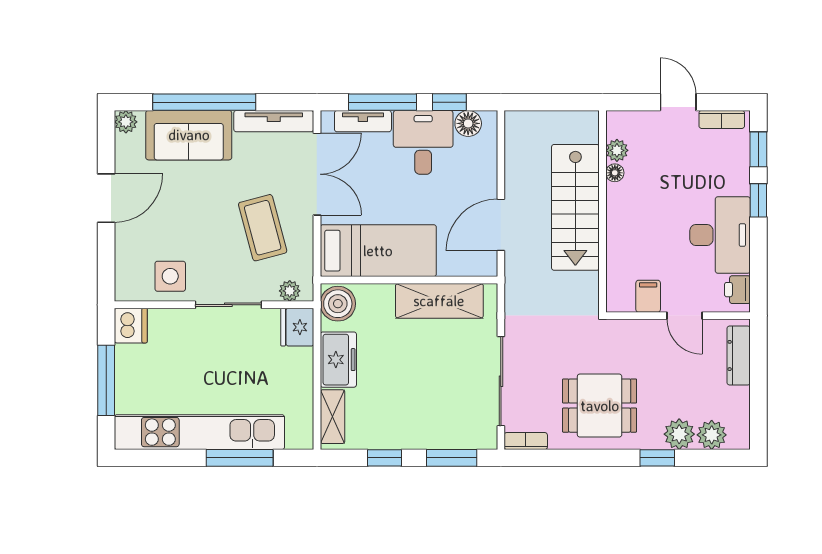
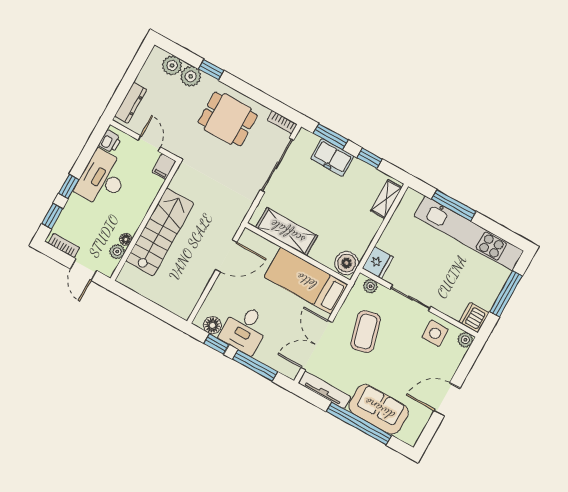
tv unit: (363, 121) -> (273, 361), removed
plant: (126, 122) -> (465, 340), moved
plant: (617, 150) -> (117, 252), moved
floor lamp: (615, 173) -> (126, 239), moved
stairs: (575, 207) -> (160, 232), moved
wall: (602, 211) -> (145, 221), moved
freezer: (338, 360) -> (332, 157), moved, turned -90

